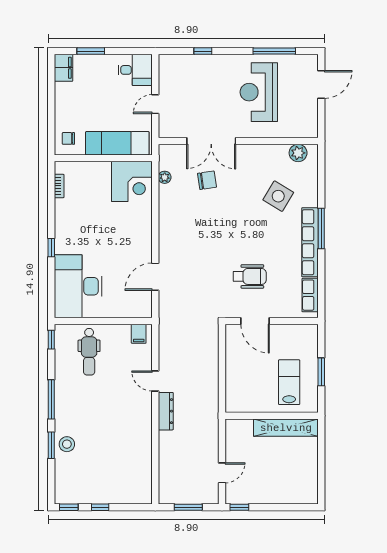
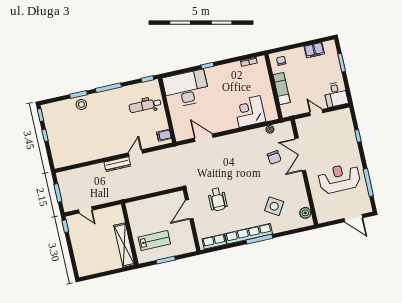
filing cabinet: (64, 68) -> (314, 50), moved
exam couch: (117, 143) -> (282, 89), width x0.73, depth x0.69
corner desk: (132, 181) -> (250, 111), moved, turned 90

